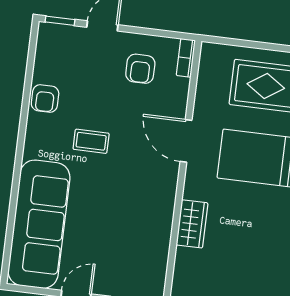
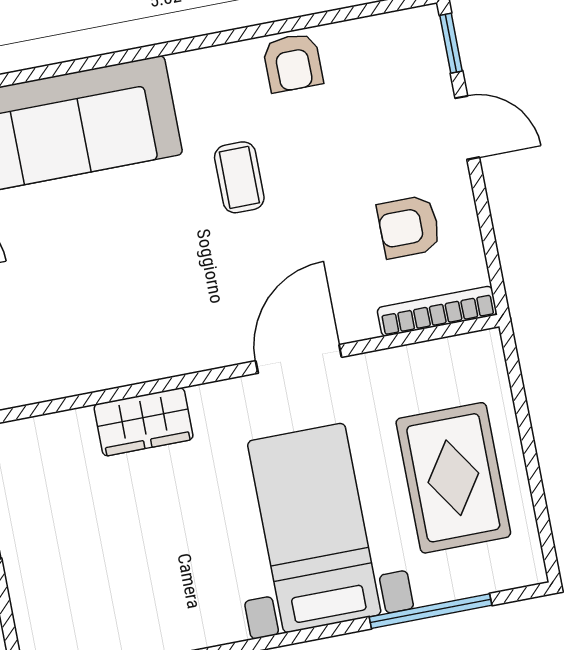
bookcase: (186, 58) -> (437, 311), width x1.56
armchair: (45, 98) -> (293, 63), turned -90

